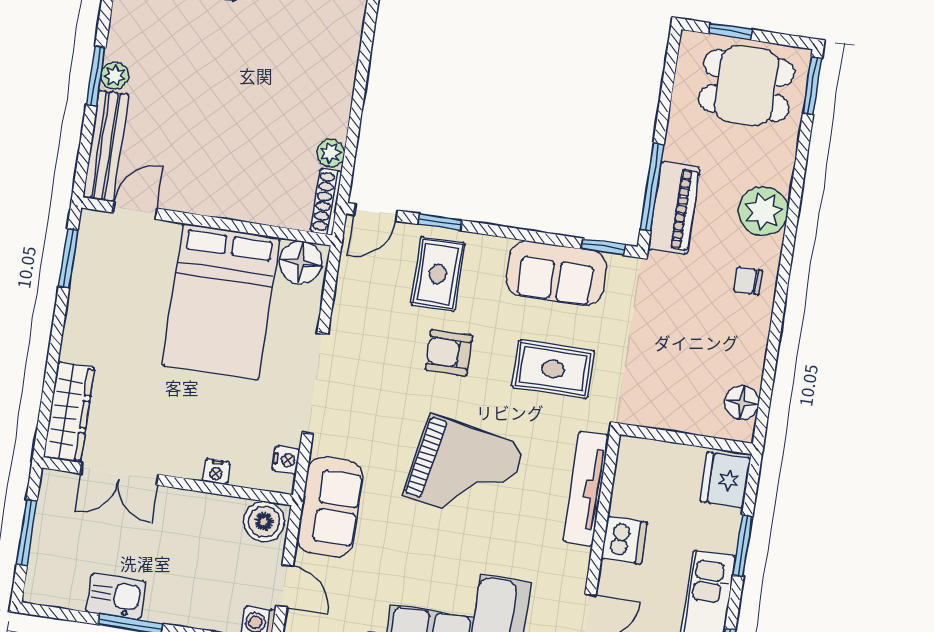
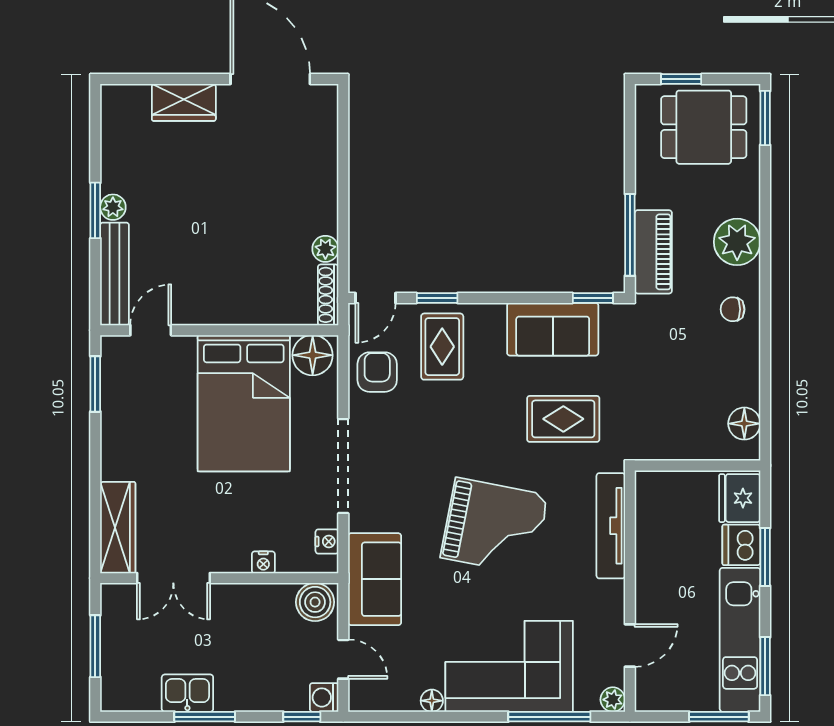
armchair: (449, 353) -> (377, 372), moved, turned 90
dishwasher: (624, 540) -> (741, 545), moved, turned 180

